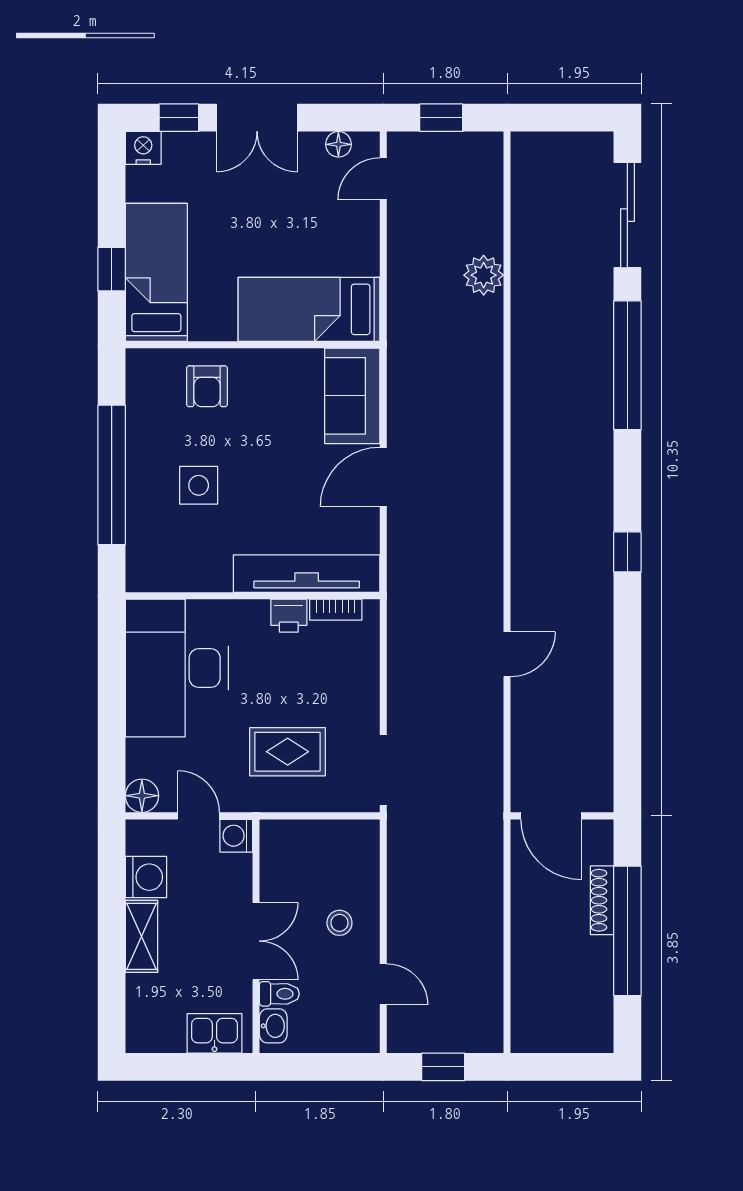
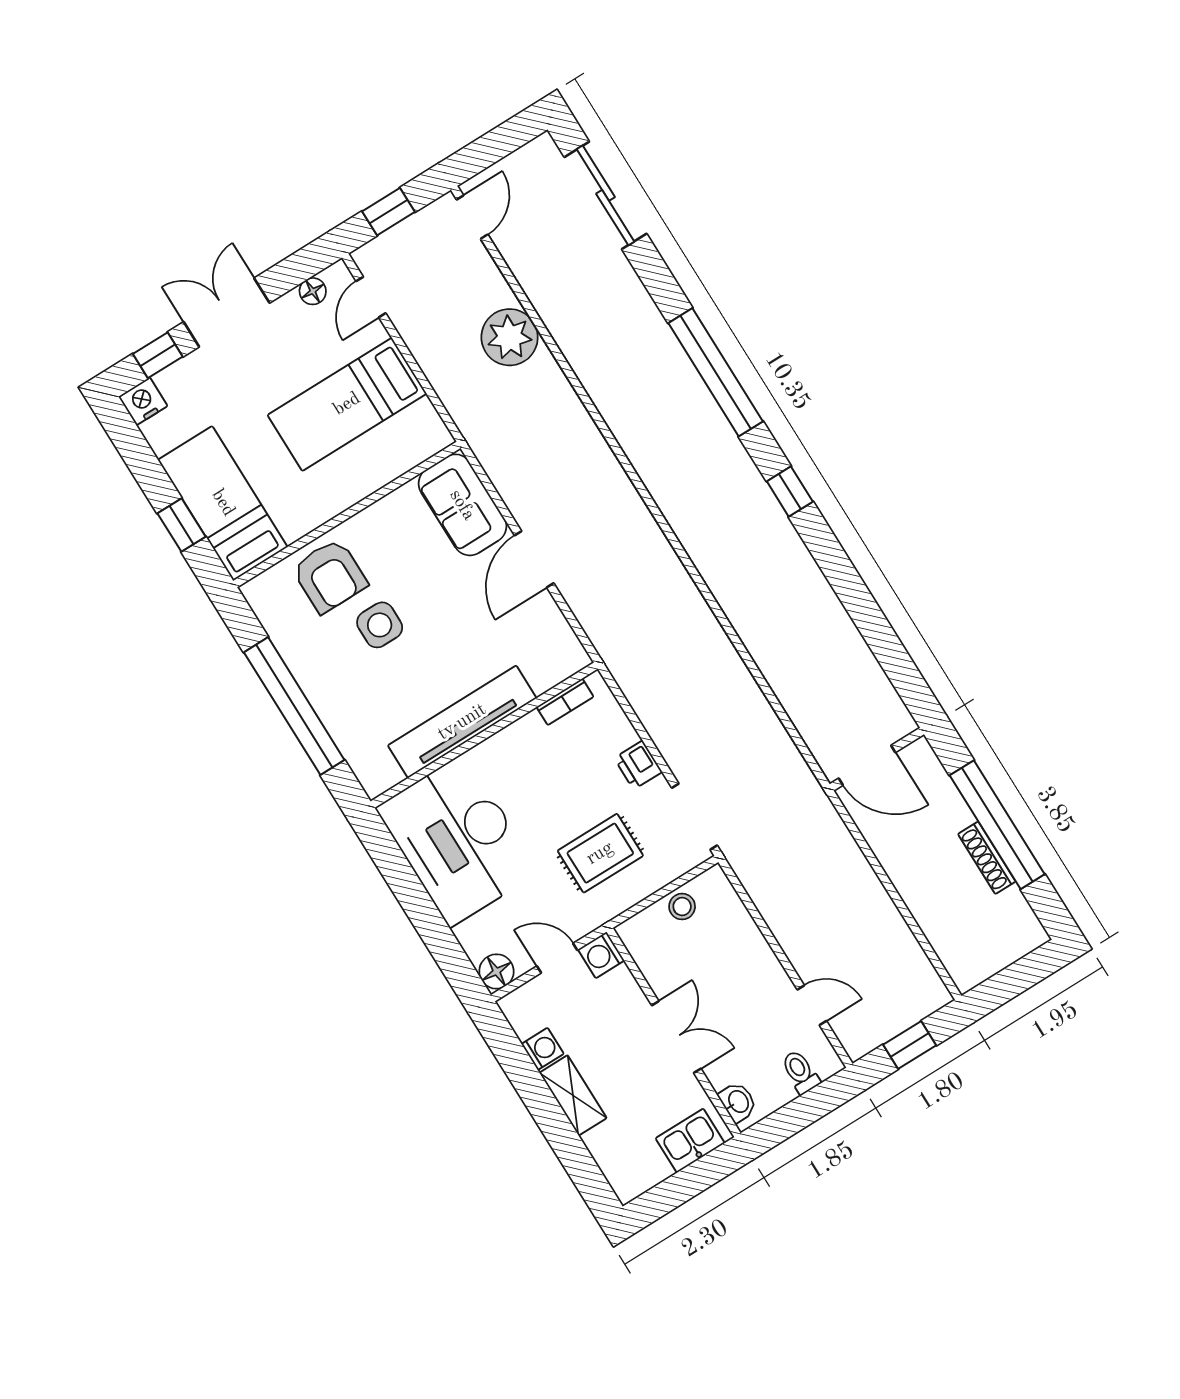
double door: (257, 118) -> (227, 312), swing flipped
plant: (484, 275) -> (510, 337), width x1.36, depth x1.36
bed: (309, 309) -> (347, 404), moved
window: (627, 365) -> (716, 372), moved
armchair: (207, 386) -> (330, 576), width x1.38, depth x1.38
side table: (199, 485) -> (380, 625), moved
tv unit: (307, 574) -> (462, 722), moved
printer: (289, 616) -> (638, 765), moved, turned 90
door: (507, 654) -> (472, 217), moved
washing machine: (146, 877) -> (543, 1049), width x0.73, depth x0.73
shoe rack: (602, 900) -> (987, 858), moved
stool: (339, 923) -> (682, 907), moved
toilet: (279, 994) -> (800, 1072), moved, turned -90

